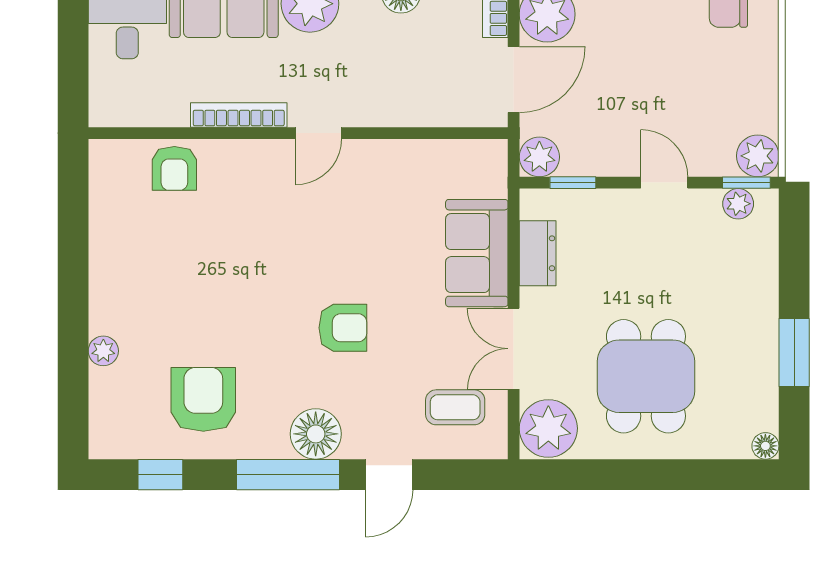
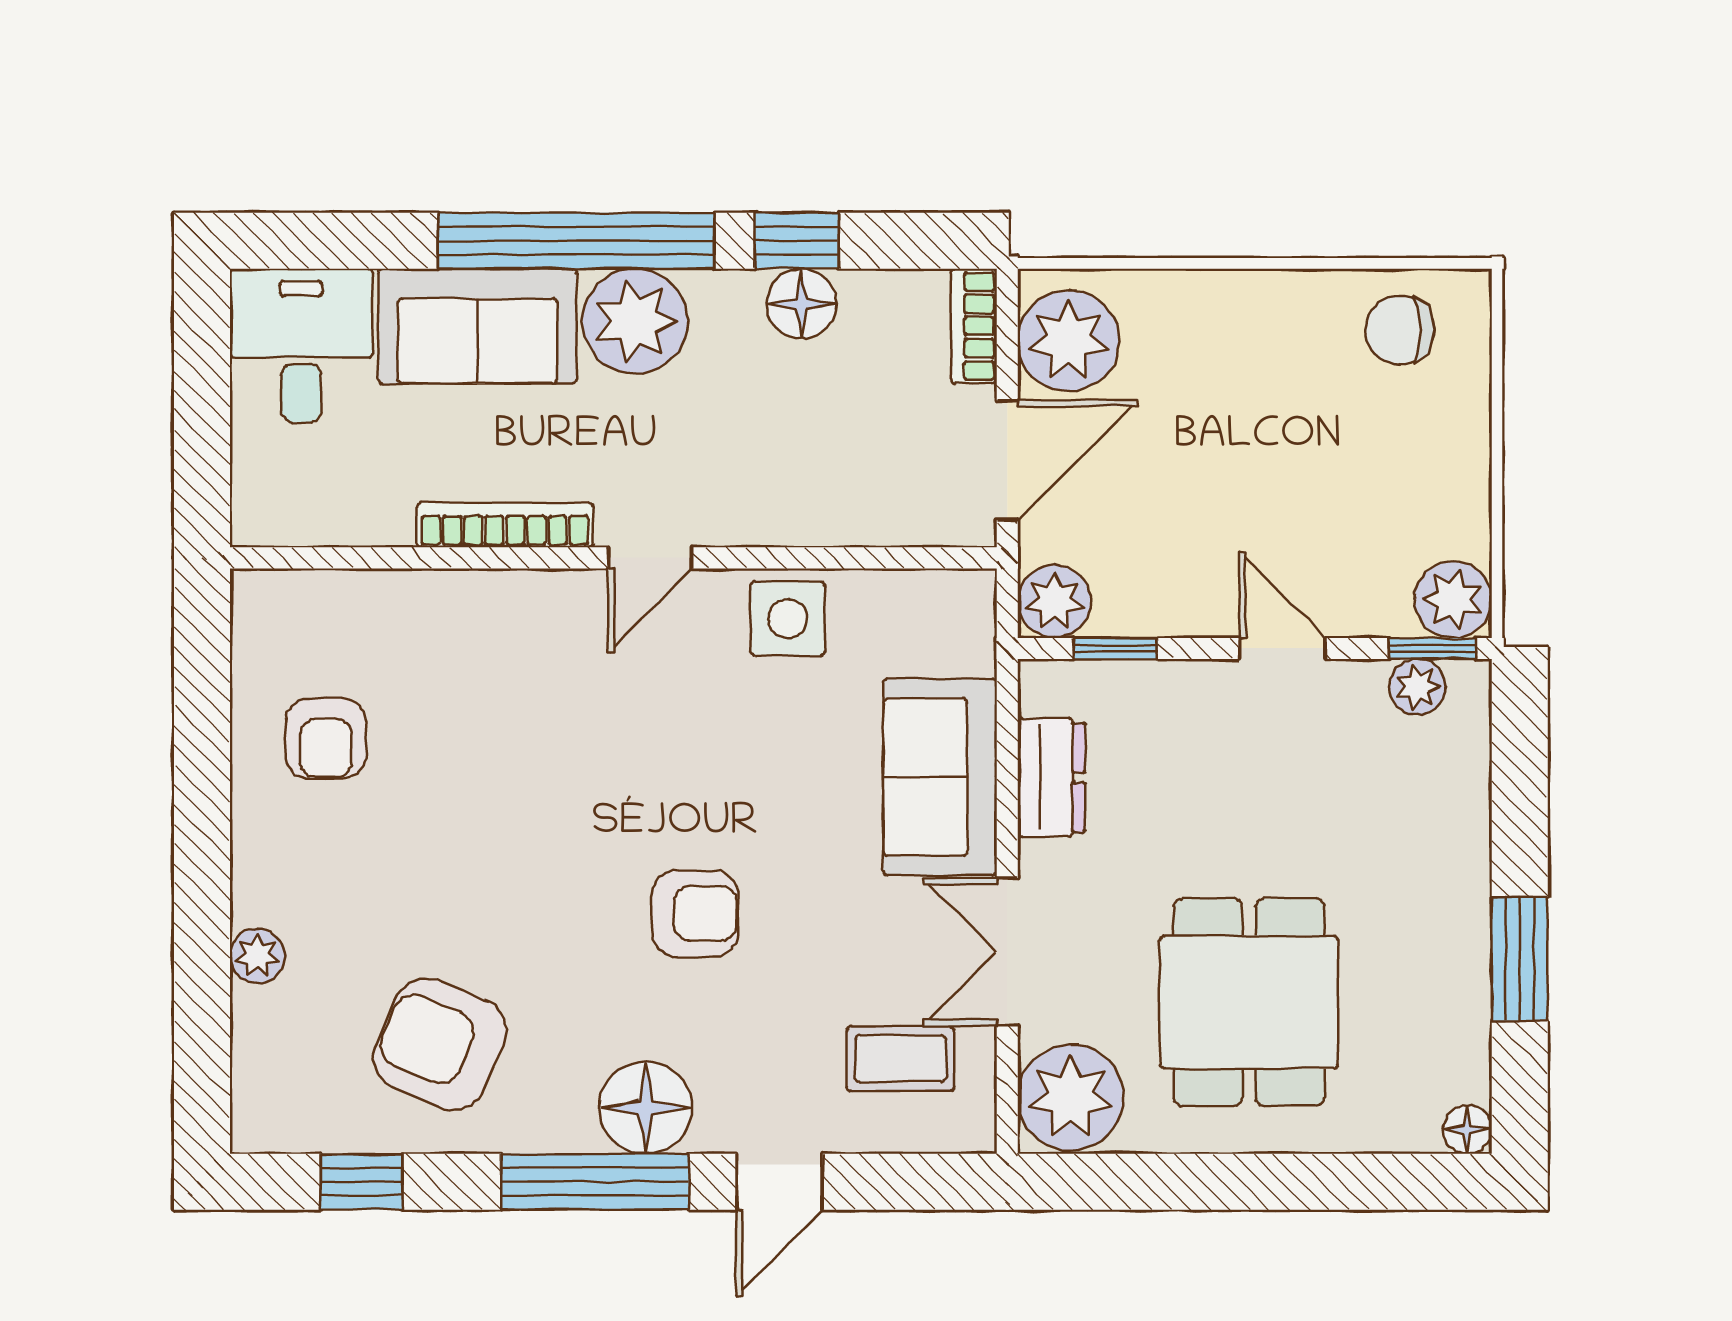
side table: (394, 166) -> (788, 619), added
armchair: (174, 168) -> (326, 738), moved
armchair: (203, 399) -> (440, 1044), turned -67

